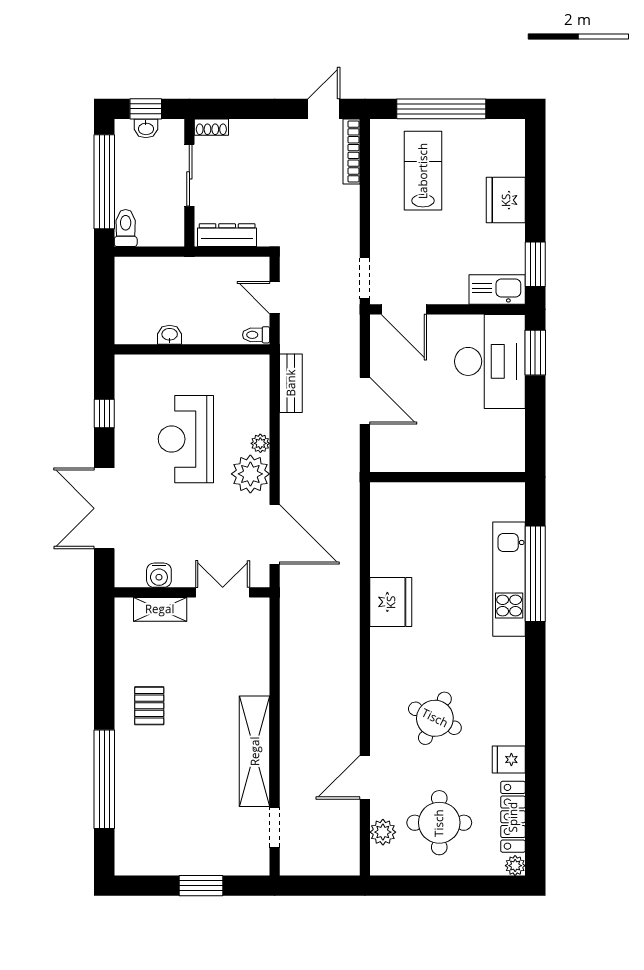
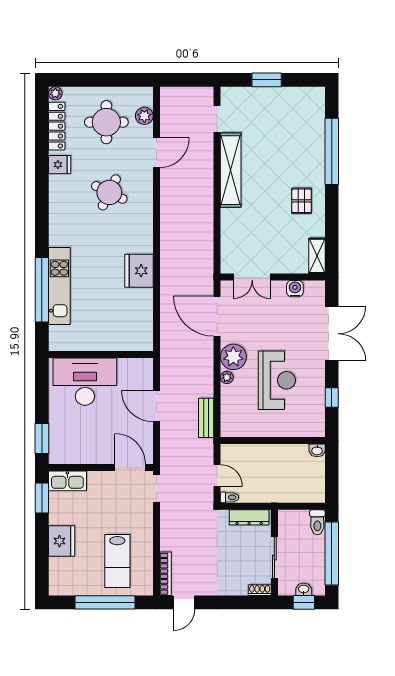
washbasin: (170, 335) -> (317, 450), moved
toilet: (256, 335) -> (230, 497), moved
desk: (490, 361) -> (85, 382), moved, turned 90
shelving: (160, 609) -> (317, 256), moved, turned 90

